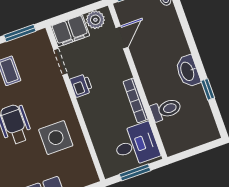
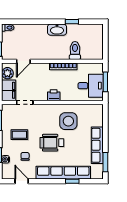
door: (122, 37) -> (23, 61), swing flipped
printer: (81, 85) -> (54, 95), moved
desk: (136, 145) -> (91, 86), moved, turned 90

